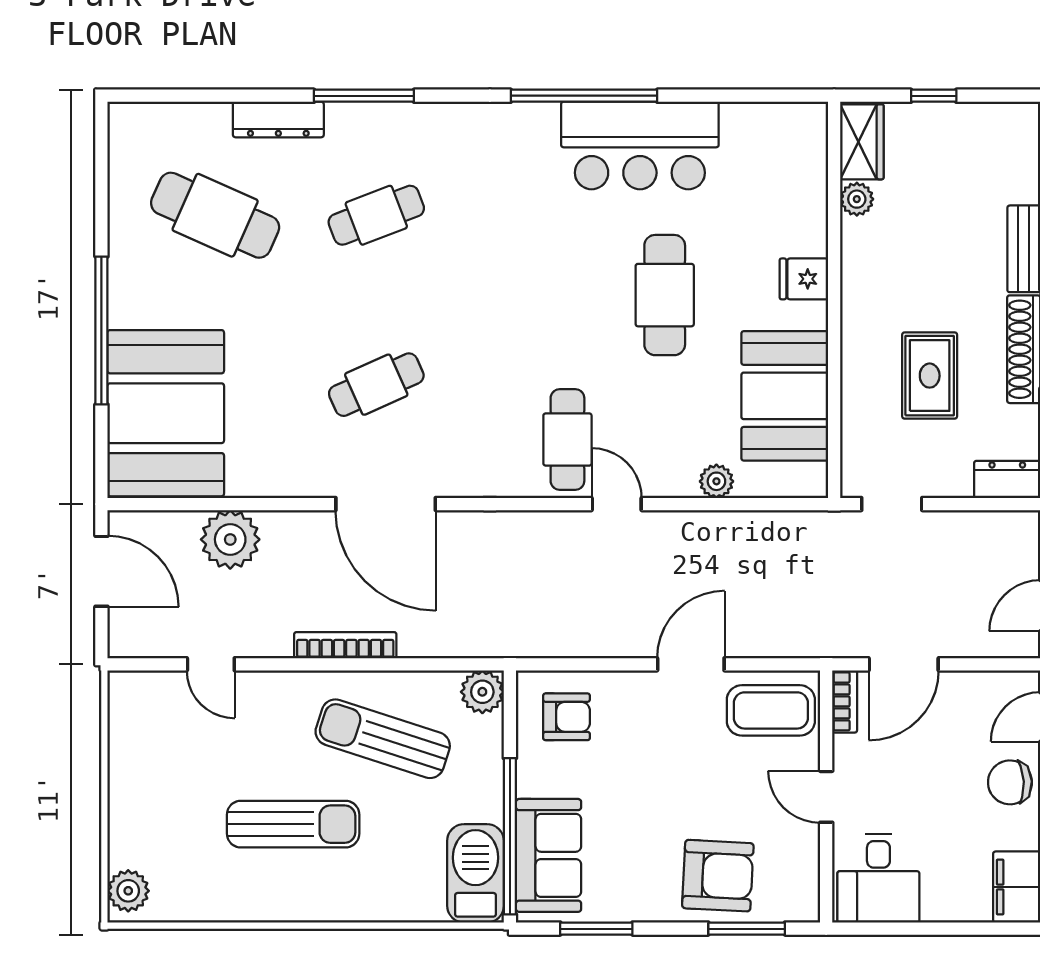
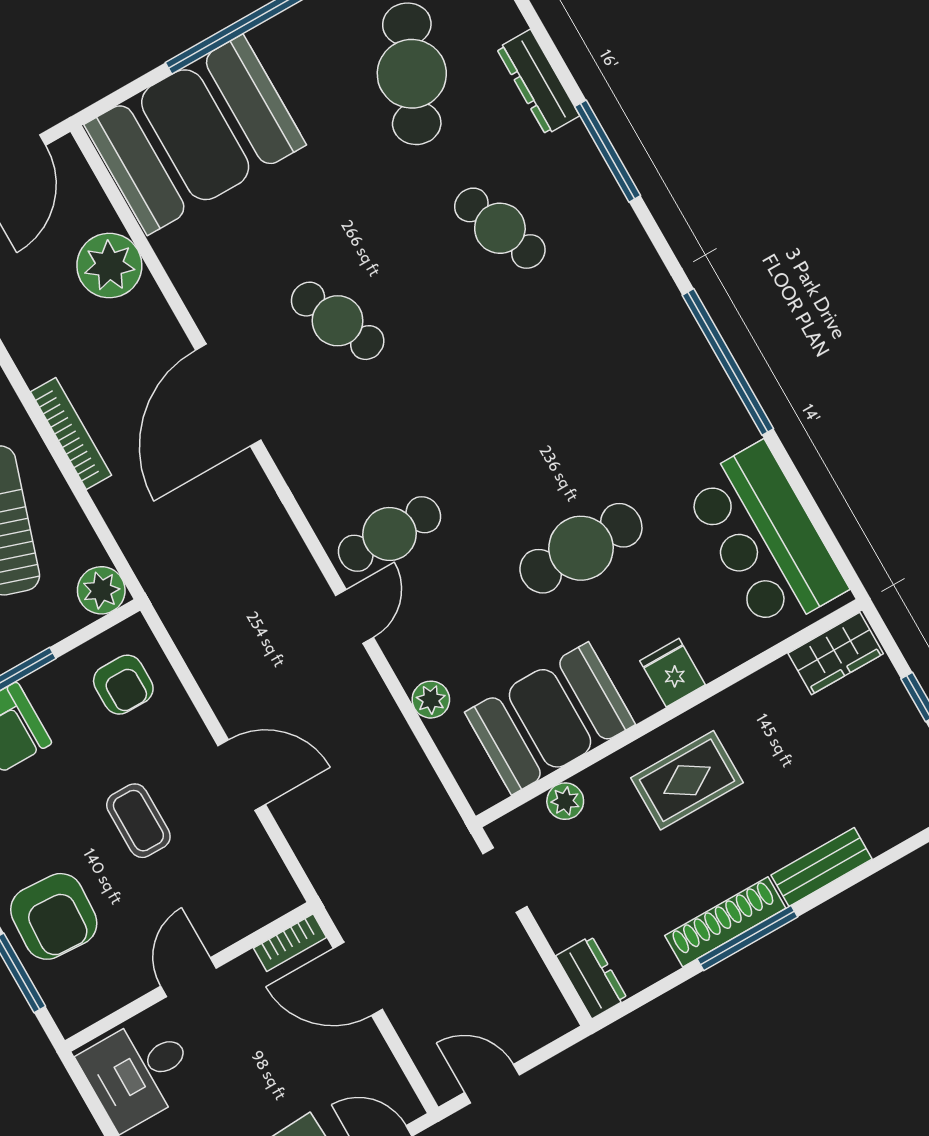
bar counter: (640, 146) -> (765, 538), moved
plant: (857, 199) -> (565, 801), moved
rug: (930, 376) -> (687, 780), moved
coffee table: (771, 710) -> (138, 821), moved, width x0.73, depth x0.77

